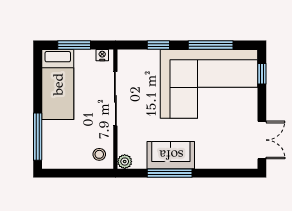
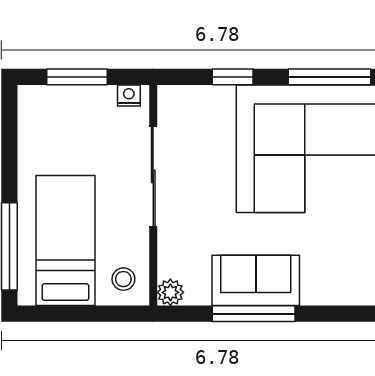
bed: (58, 84) -> (65, 241), moved, turned 180

